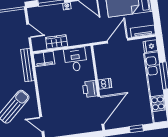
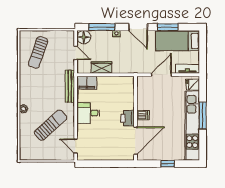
floor lamp: (35, 14) -> (84, 37), added
desk: (76, 59) -> (88, 113), moved, turned -90

